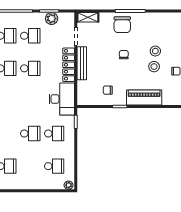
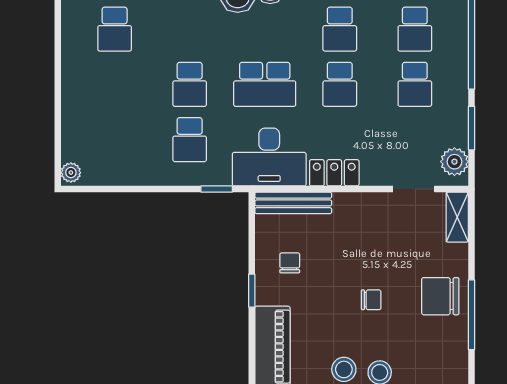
plant: (52, 19) -> (454, 162), moved
bench: (82, 63) -> (293, 203), moved
locker: (69, 65) -> (334, 173), width x0.66
school desk: (54, 166) -> (265, 84), moved, width x1.85

